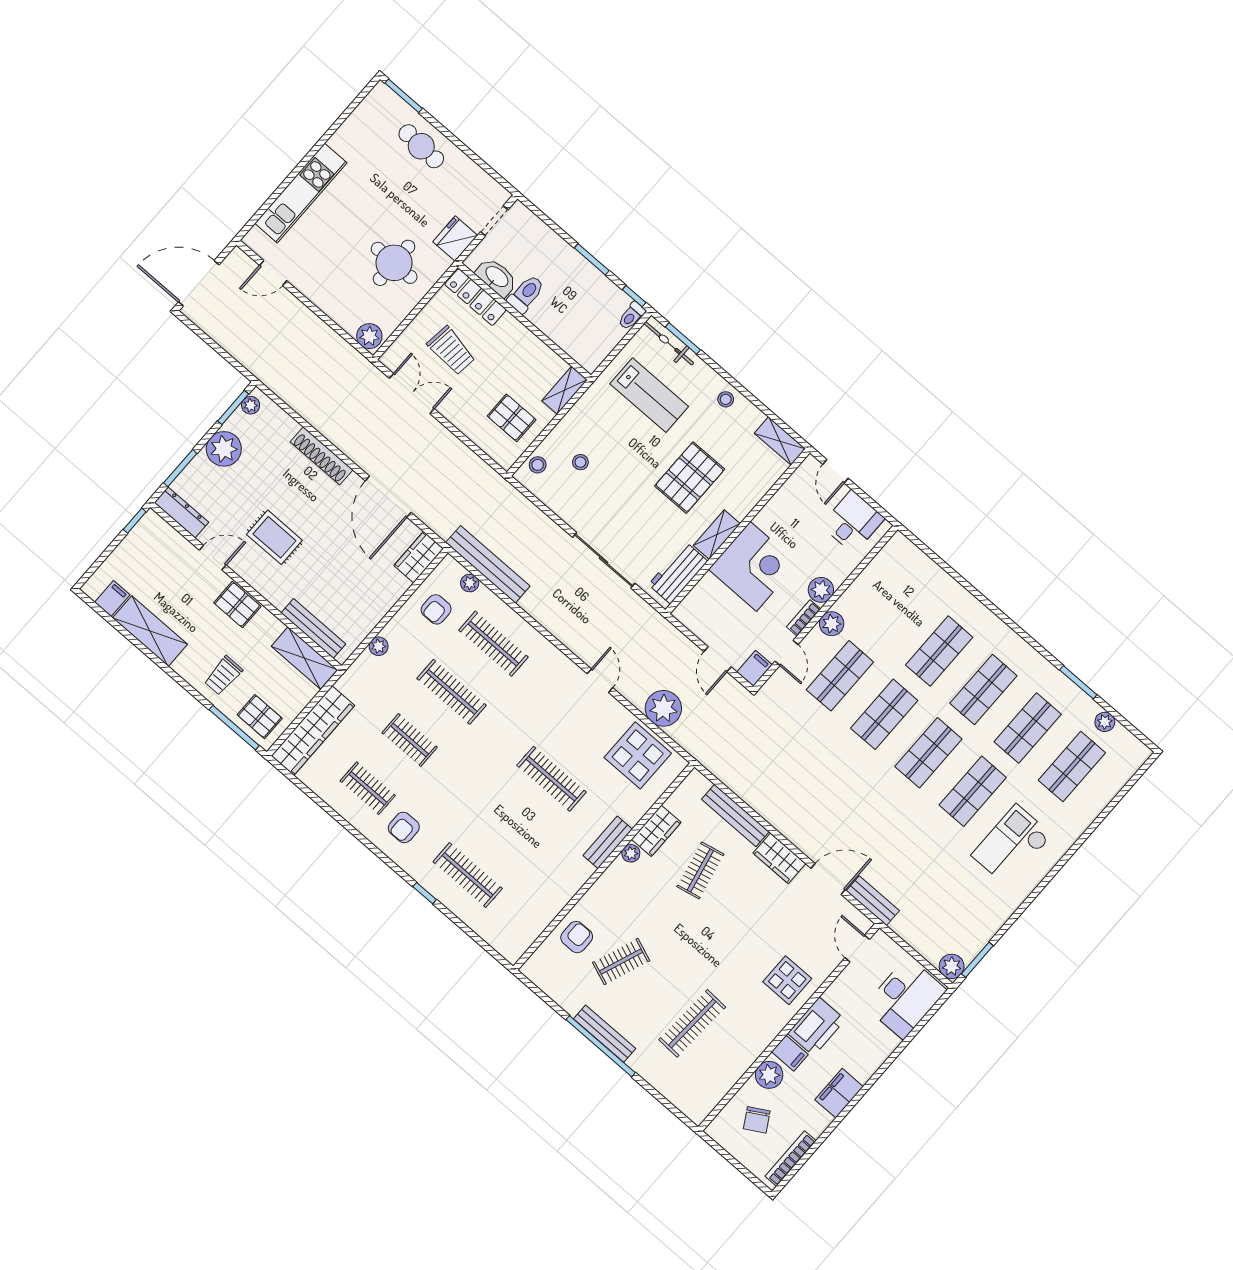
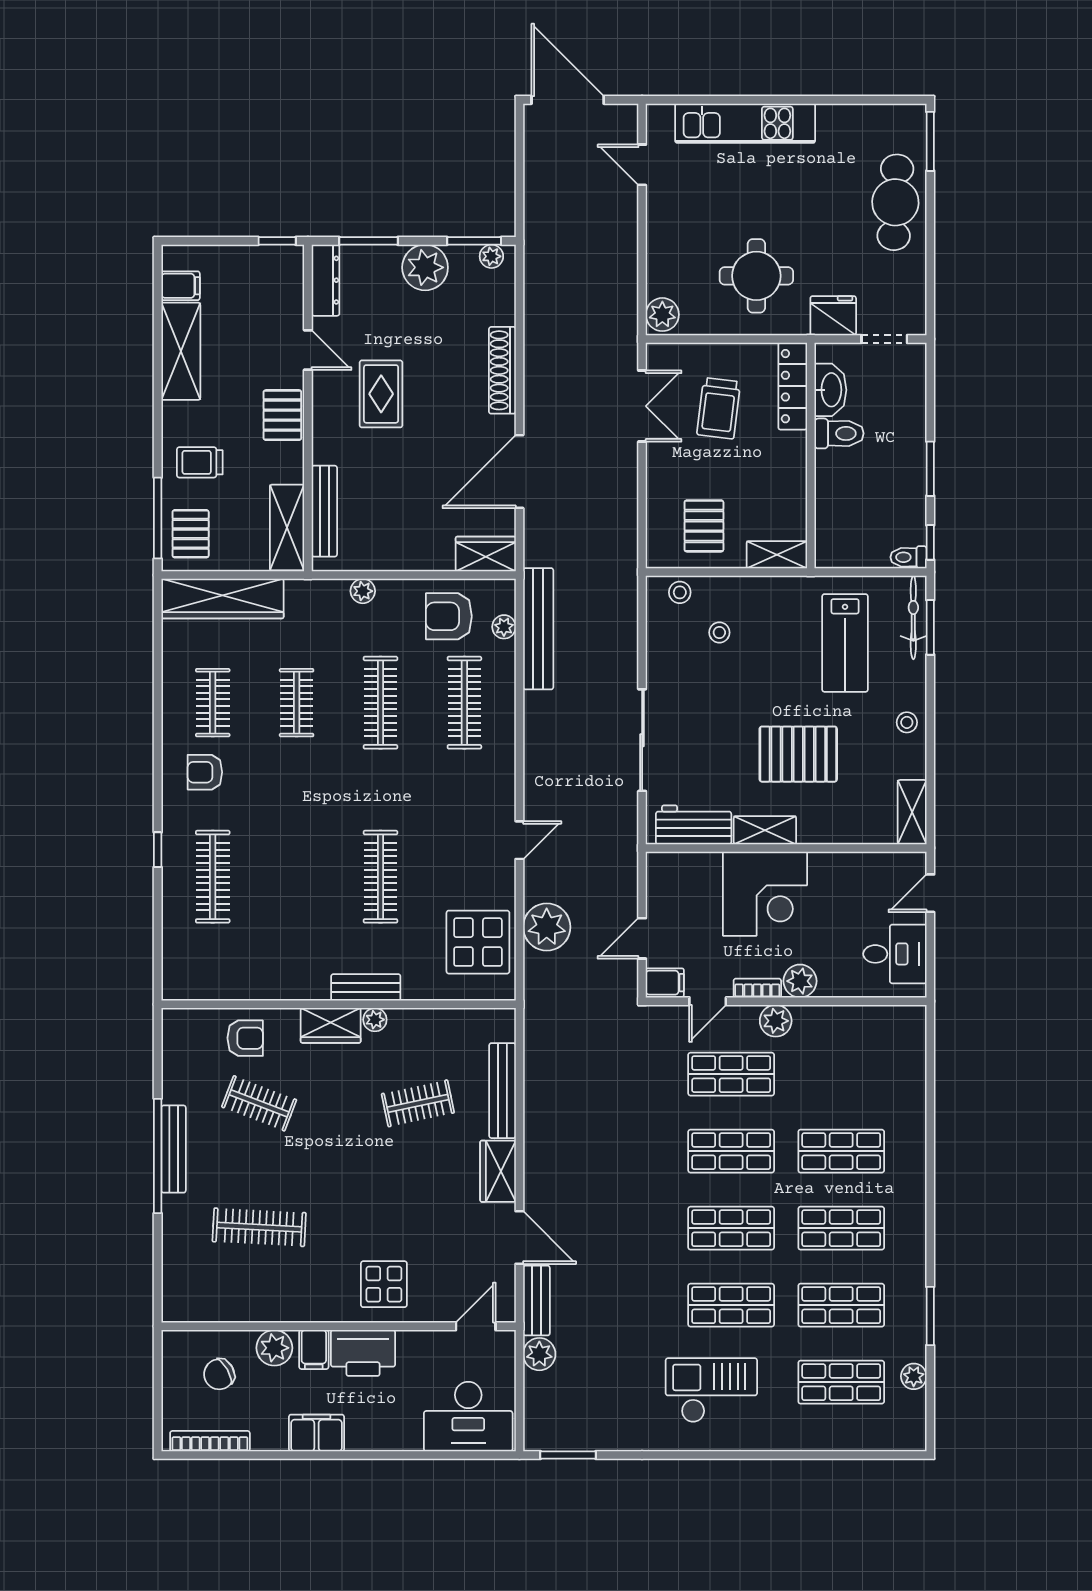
cafe table: (421, 146) -> (895, 202), width x1.37, depth x1.35
armchair: (436, 609) -> (449, 616), width x1.38, depth x1.38
wardrobe: (656, 831) -> (331, 1025), moved
plant: (952, 966) -> (539, 1354), moved

